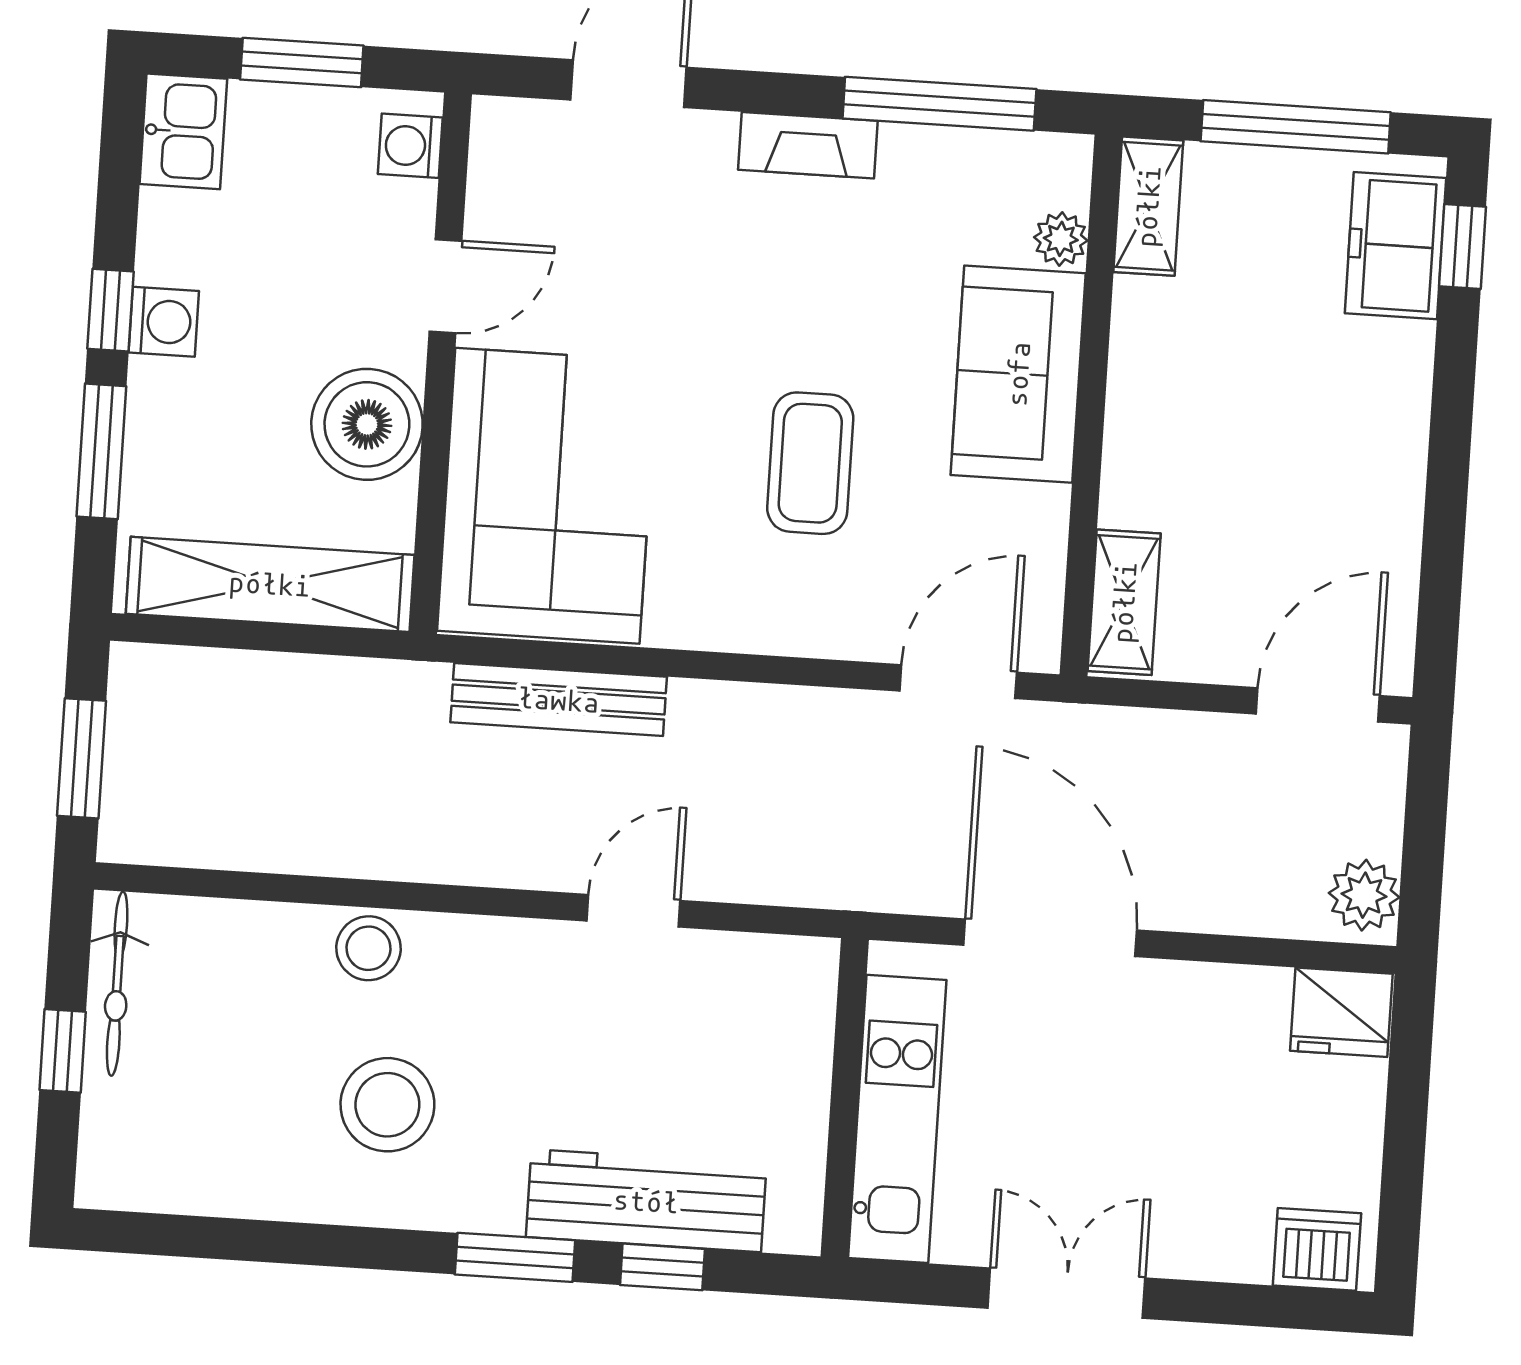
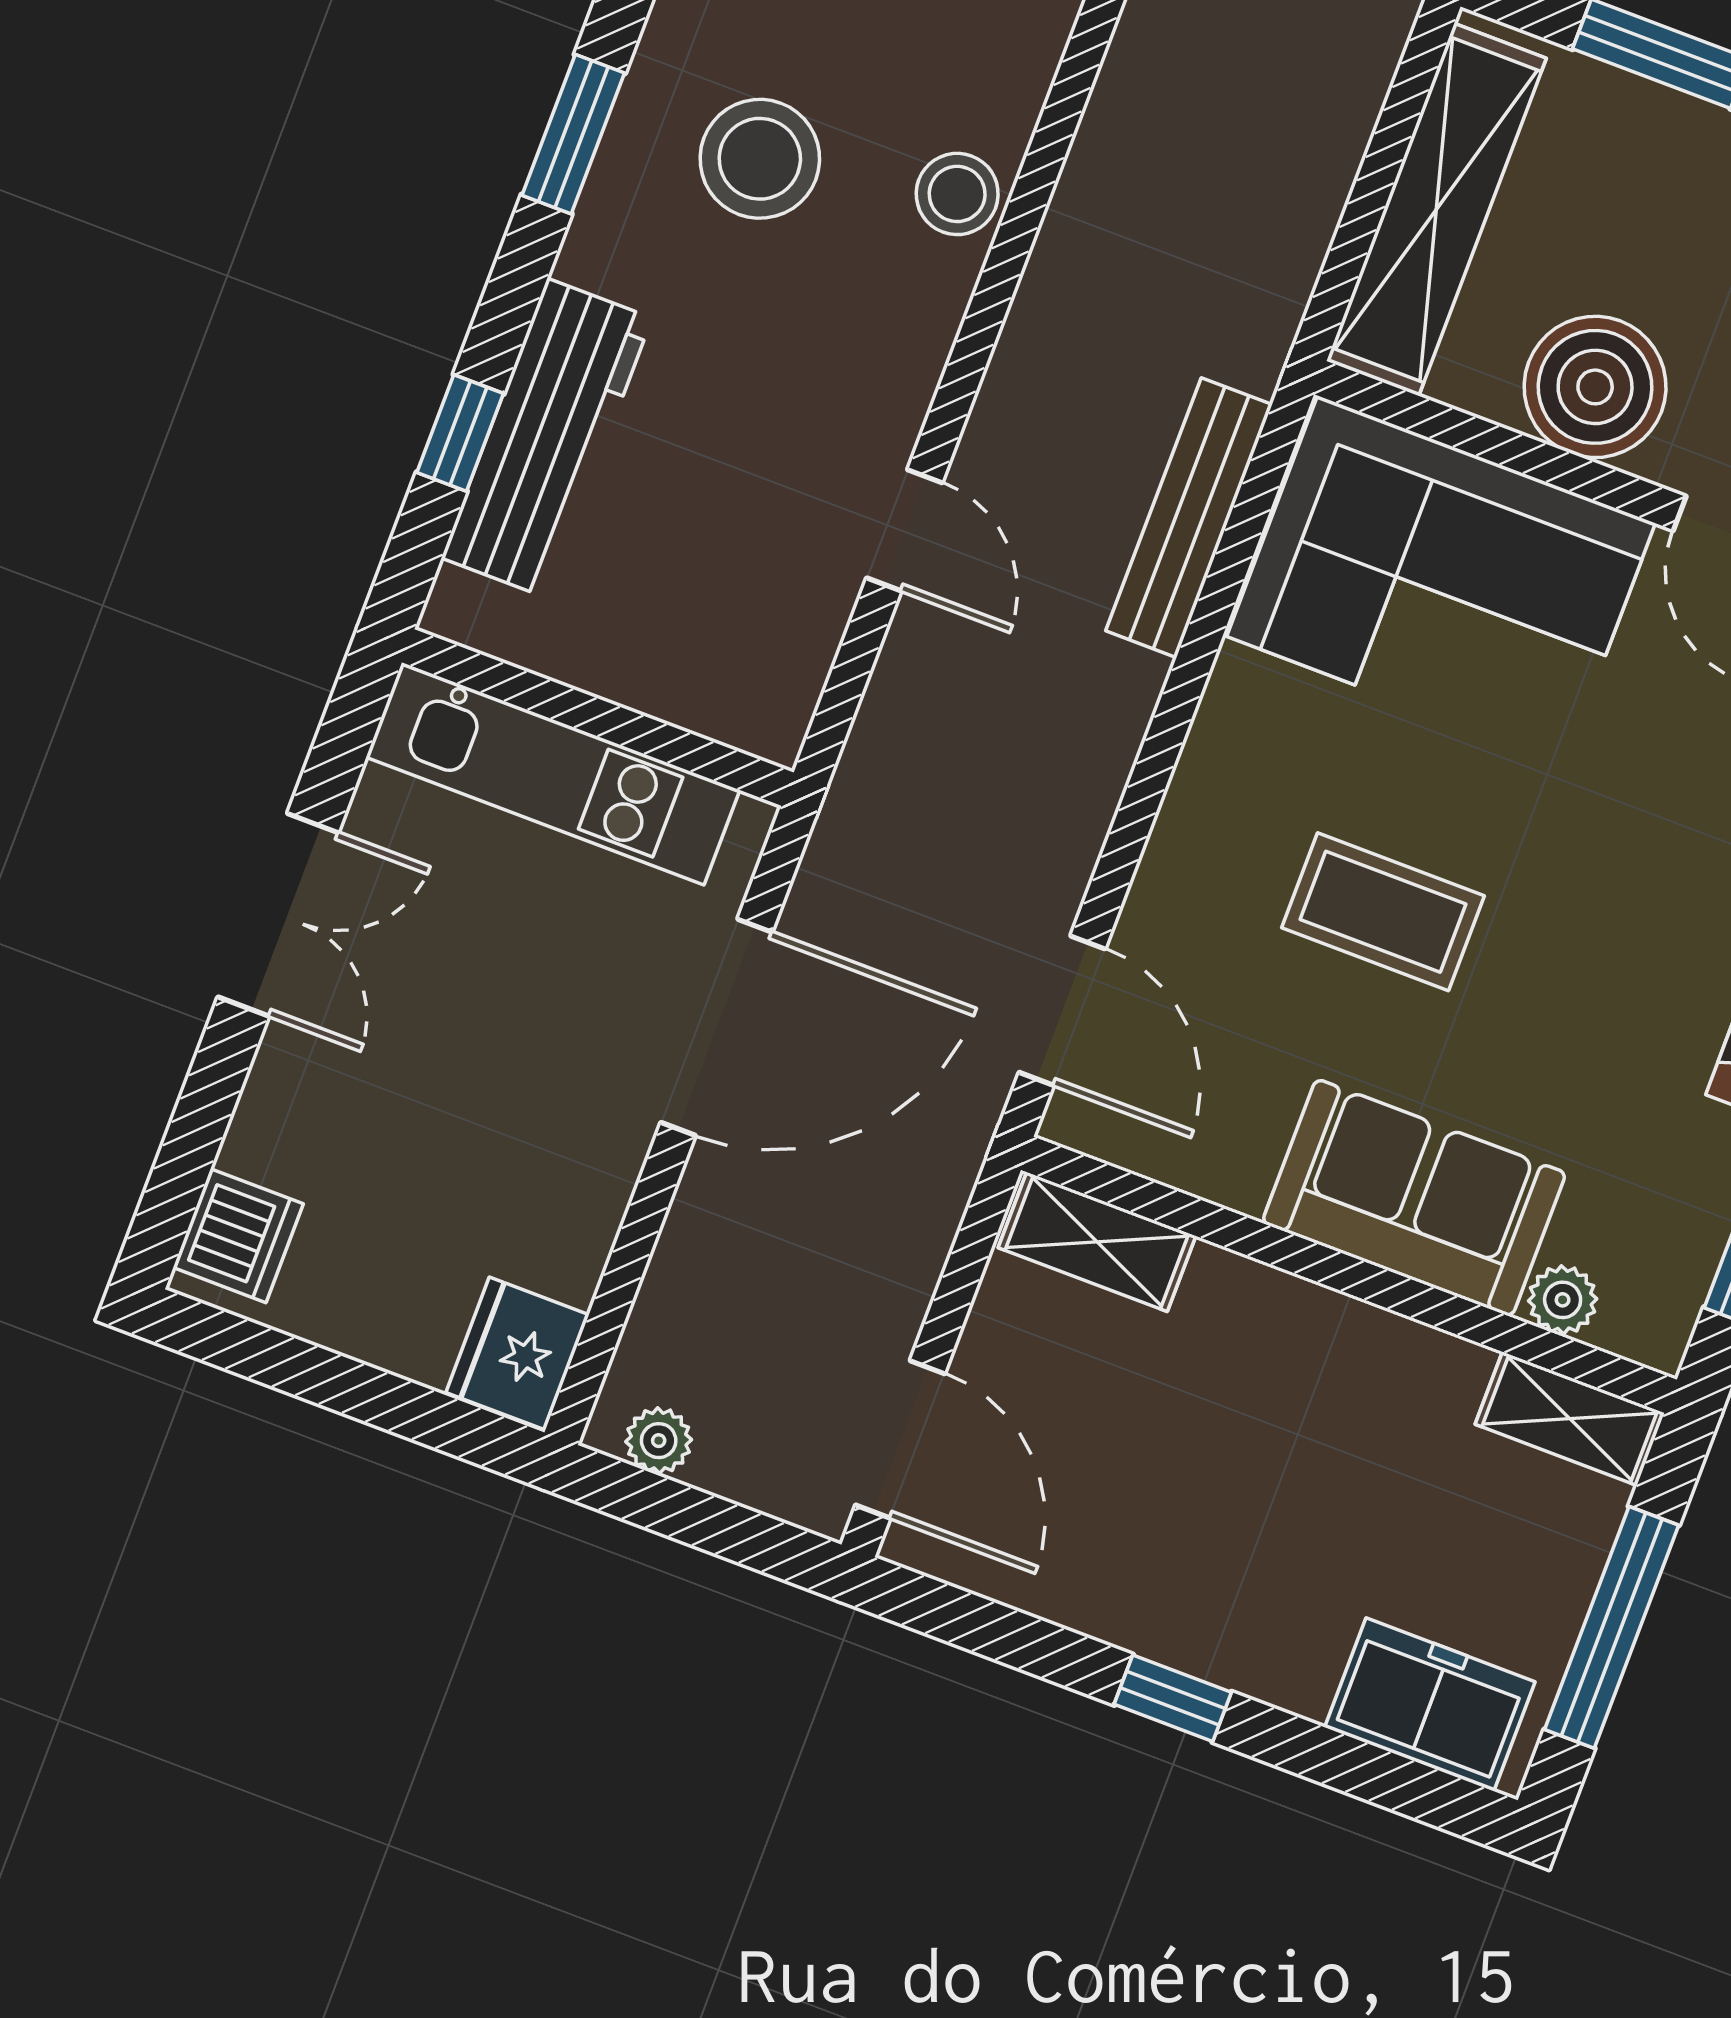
window: (1462, 247) -> (1173, 1698), moved
plant: (1364, 895) -> (659, 1441), width x0.73, depth x0.73
window: (515, 1257) -> (573, 134), moved

